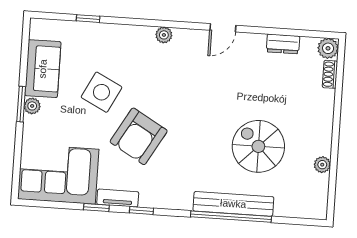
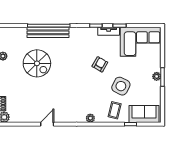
door: (223, 28) -> (47, 124), moved
dresser: (283, 44) -> (28, 118), removed
coffee table: (117, 47) -> (115, 110), added
sofa: (43, 69) -> (144, 114), moved, turned 90
armchair: (139, 136) -> (100, 64), width x0.53, depth x0.53

